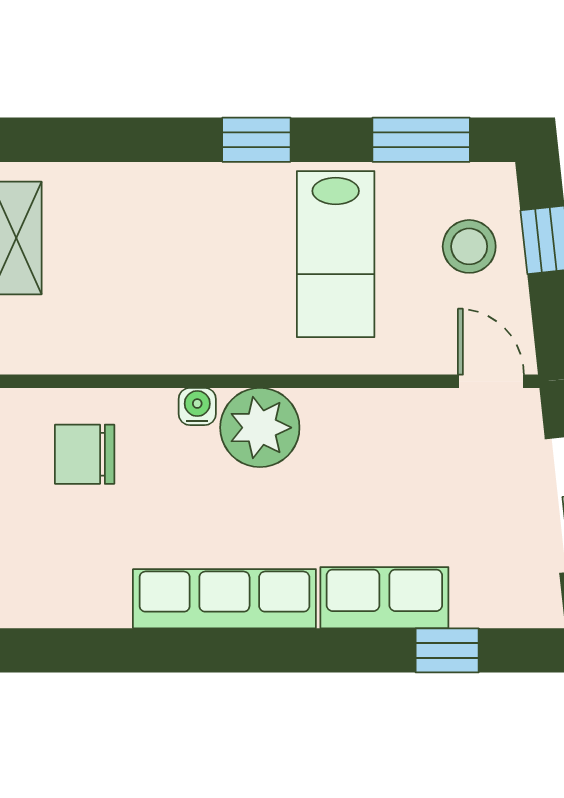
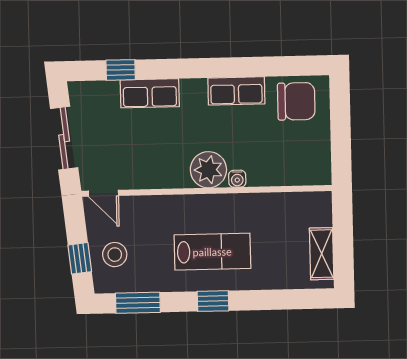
lab bench: (336, 254) -> (212, 252), moved, turned 90
chair: (85, 454) -> (296, 101), moved, width x1.37, depth x1.37
row of seats: (224, 599) -> (236, 91), width x0.68

